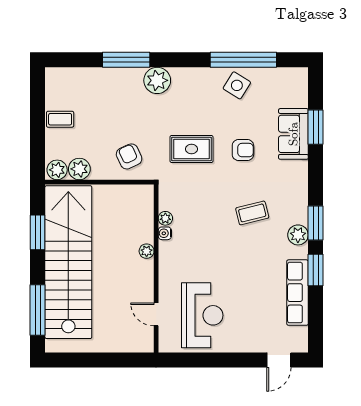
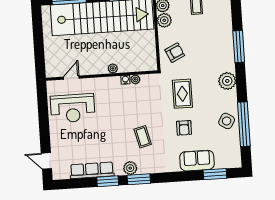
plant: (157, 80) -> (227, 81), moved
window: (316, 127) -> (215, 174), moved

